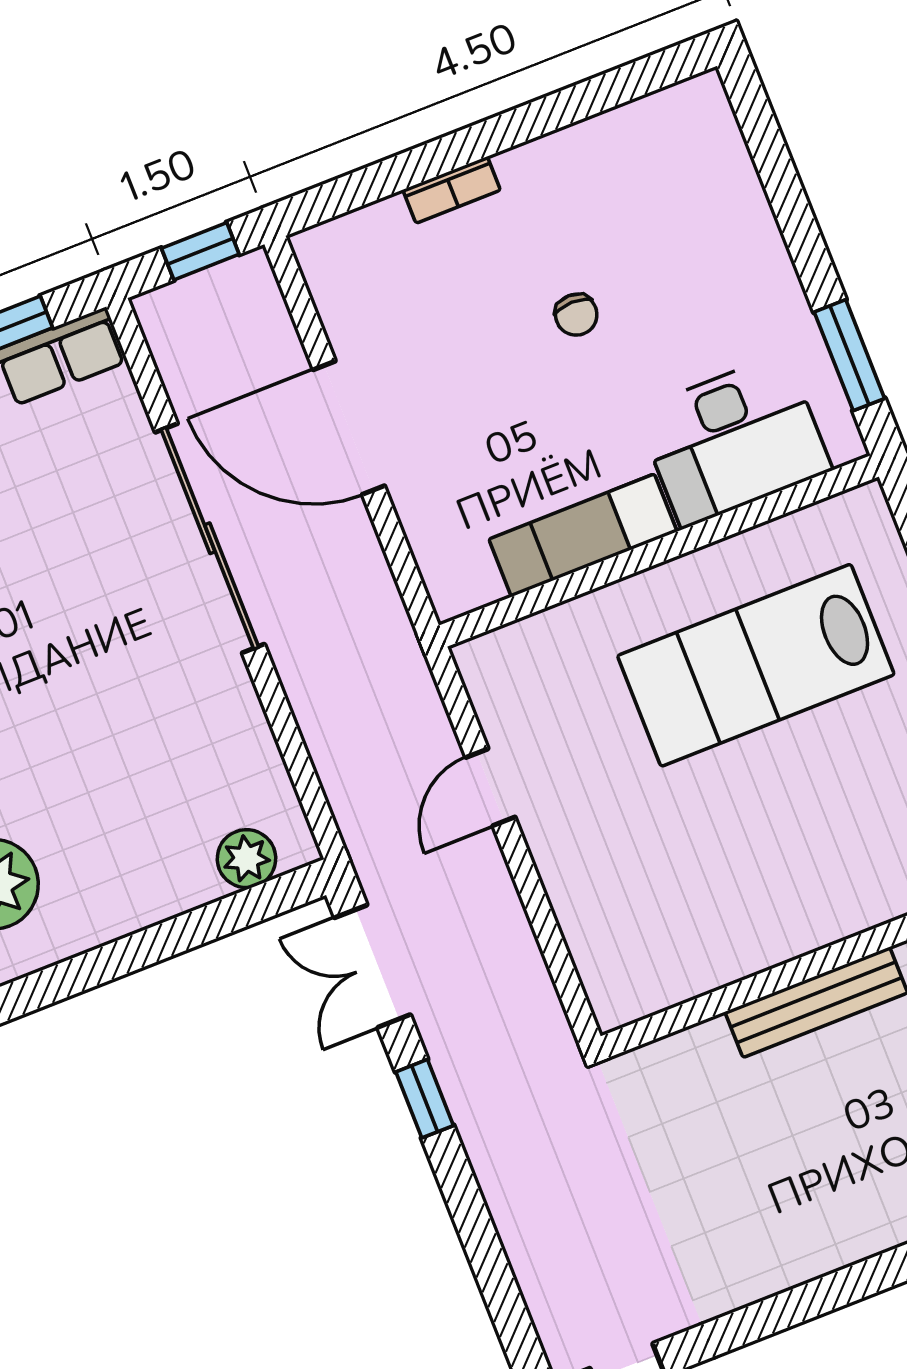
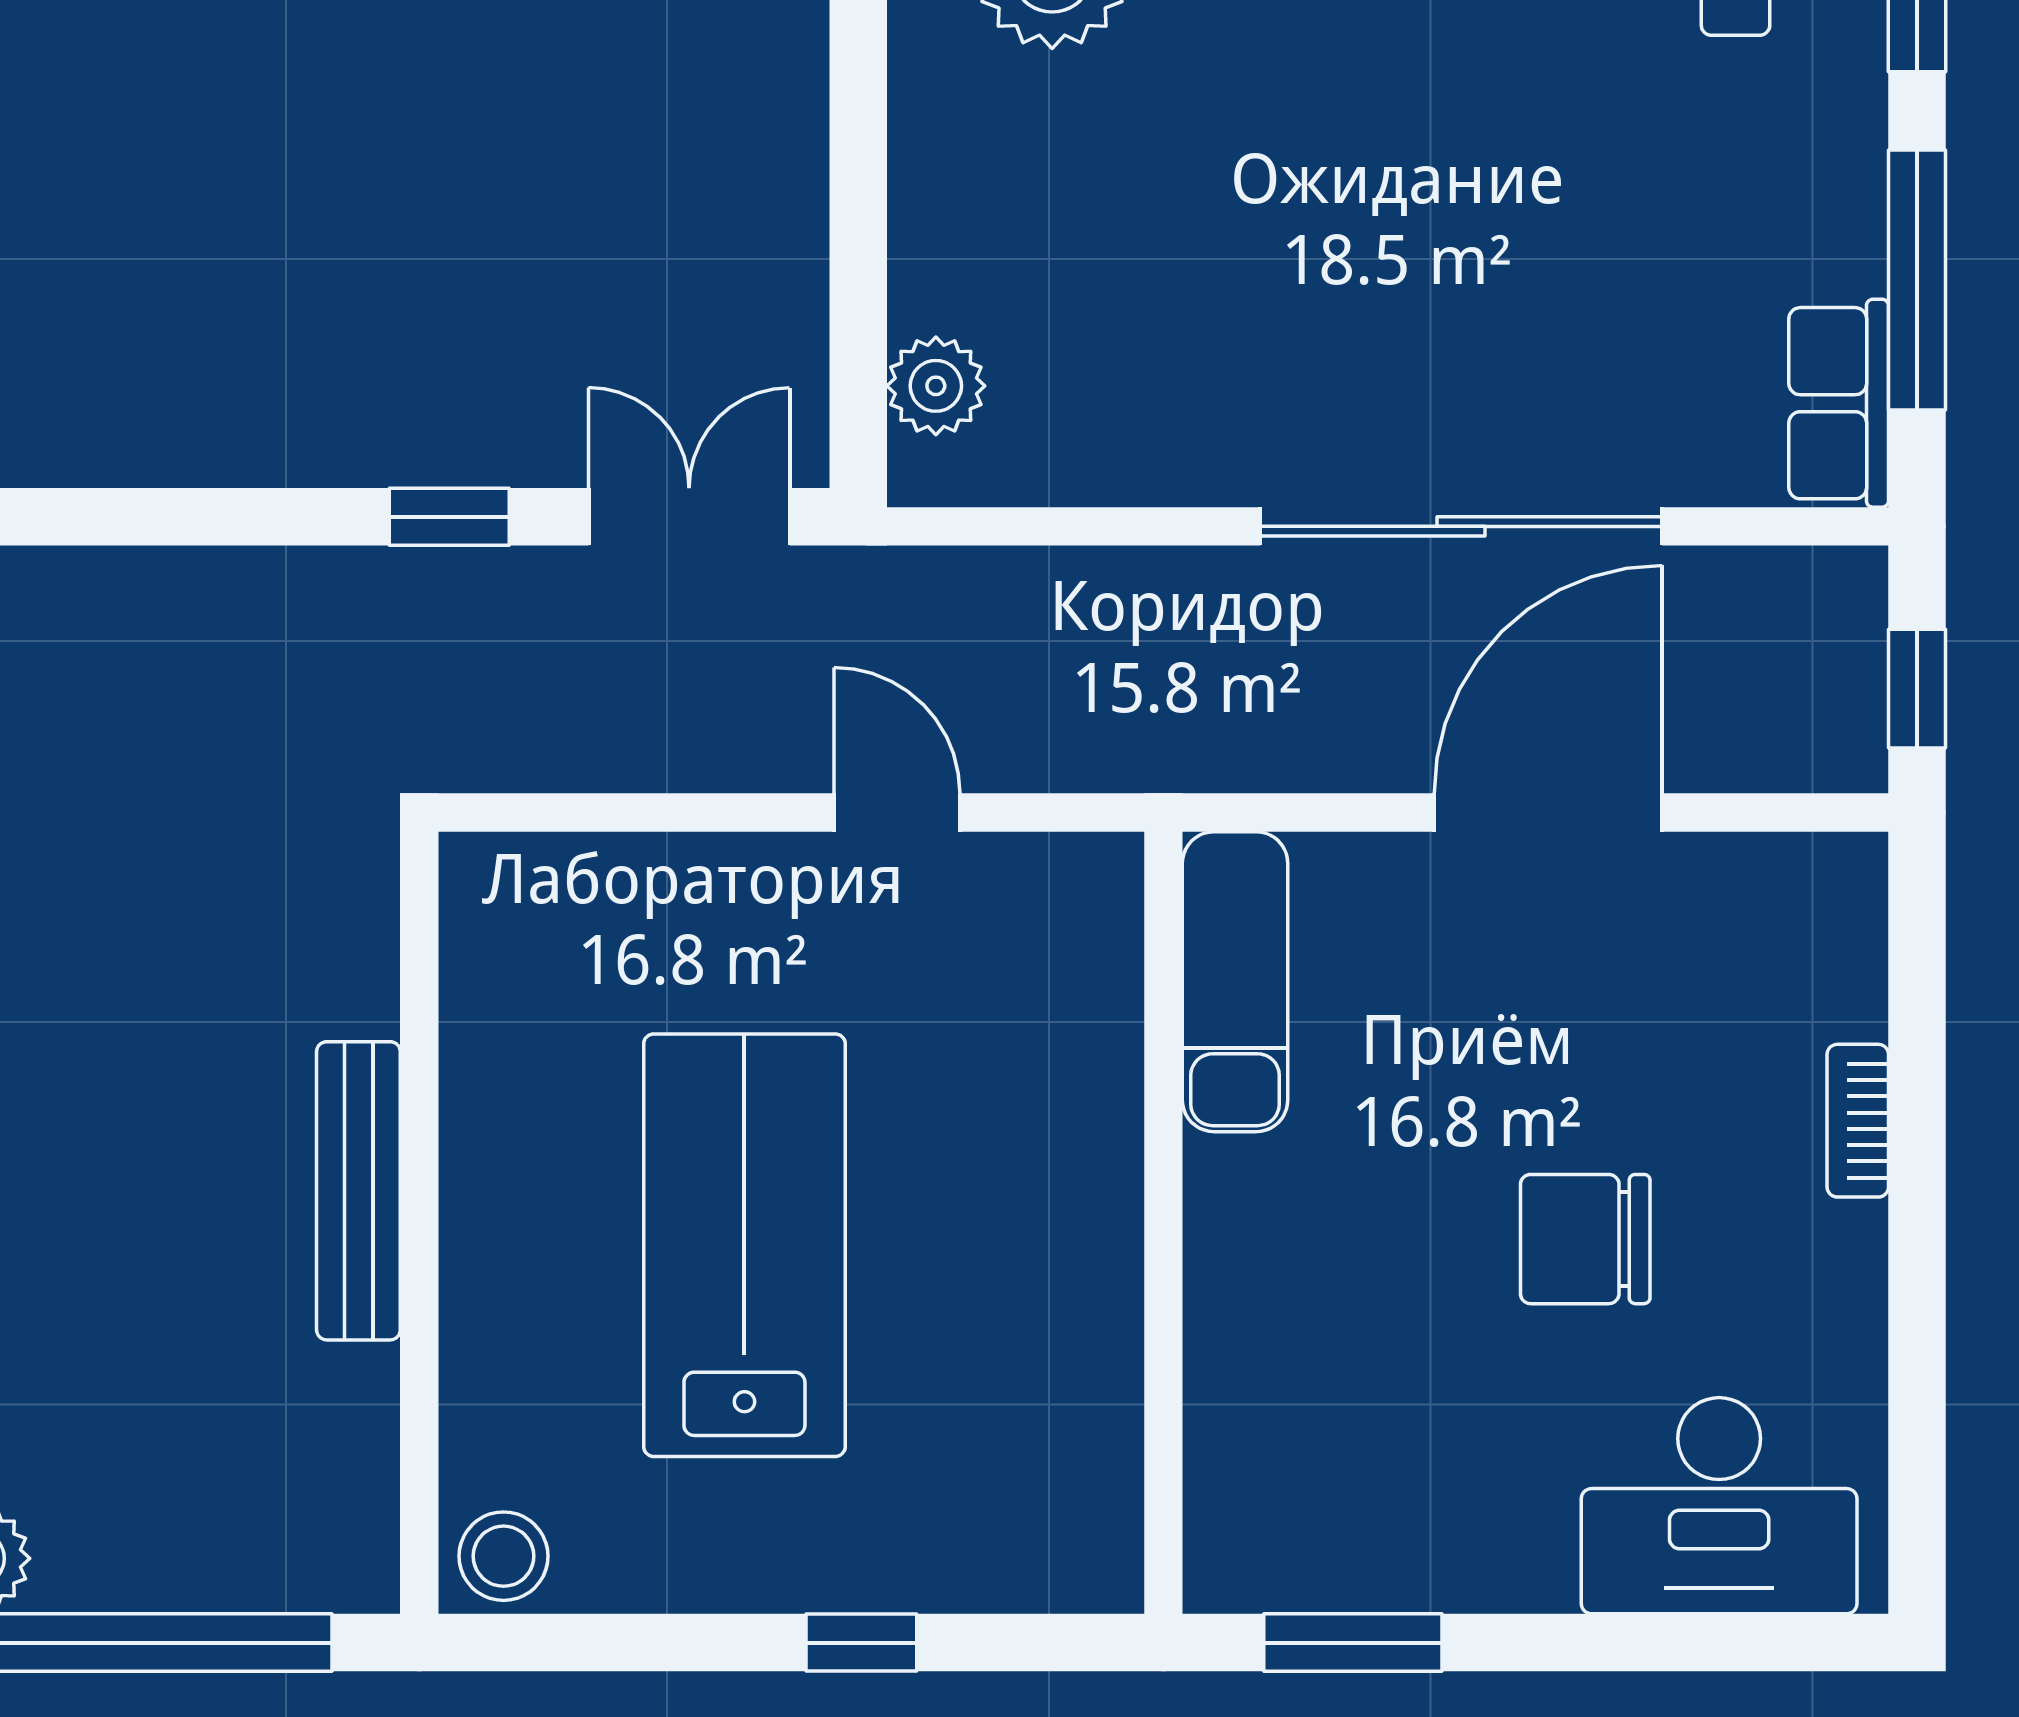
chair: (576, 315) -> (1585, 1239), width x1.87, depth x1.87
desk: (734, 440) -> (1719, 1506), moved, turned -90
exam couch: (583, 535) -> (1235, 982), moved
lab bench: (756, 665) -> (744, 1245), moved

